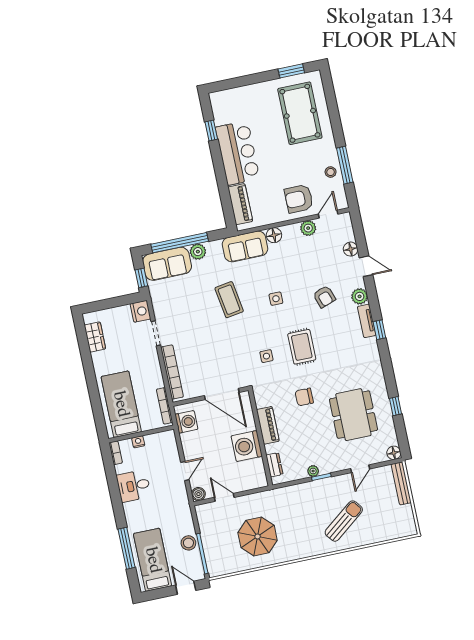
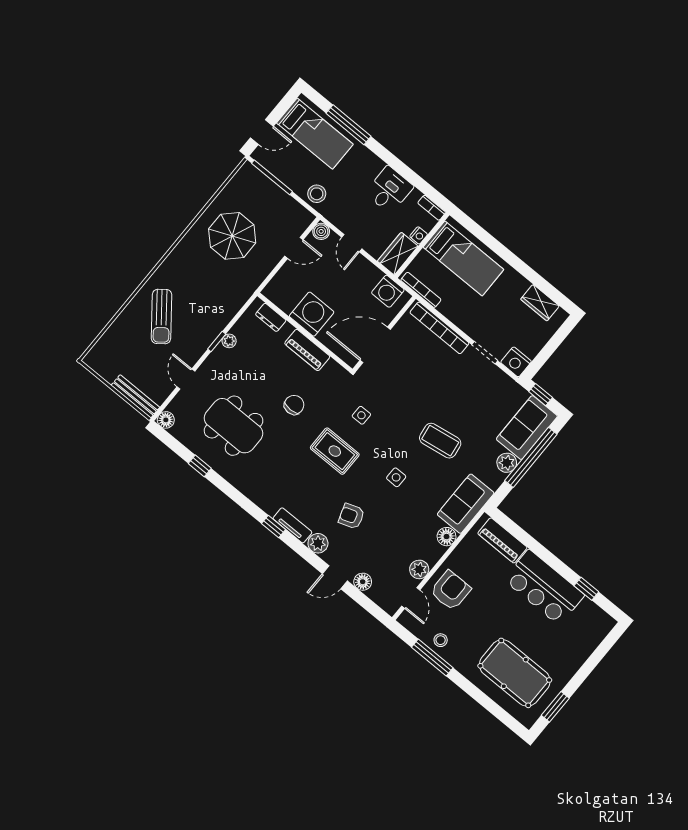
wardrobe: (161, 441) -> (398, 254), added
stool: (188, 543) -> (317, 194), moved

